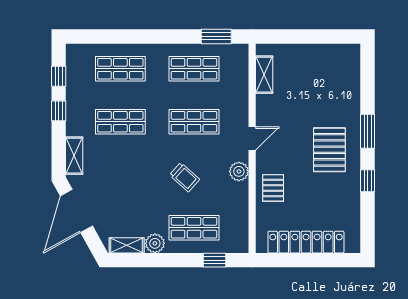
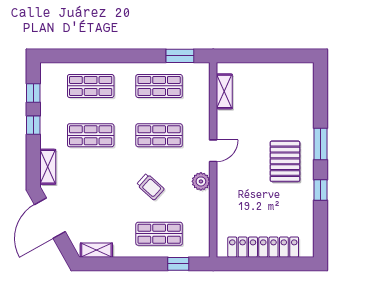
pallet: (273, 188) -> (233, 197), removed
plant: (155, 243) -> (123, 248), removed

